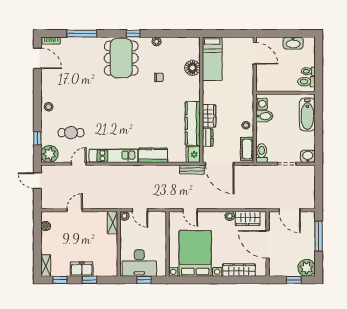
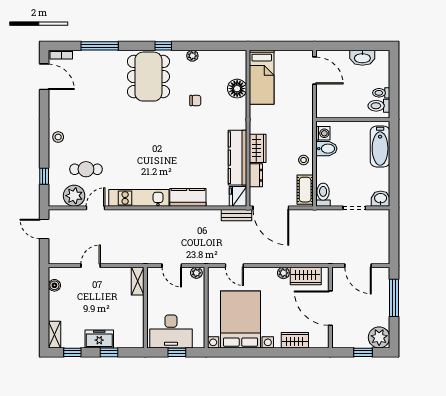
plant: (49, 154) -> (74, 196), moved
plant: (124, 216) -> (196, 273), moved
wardrobe: (239, 270) -> (295, 340), width x0.67

